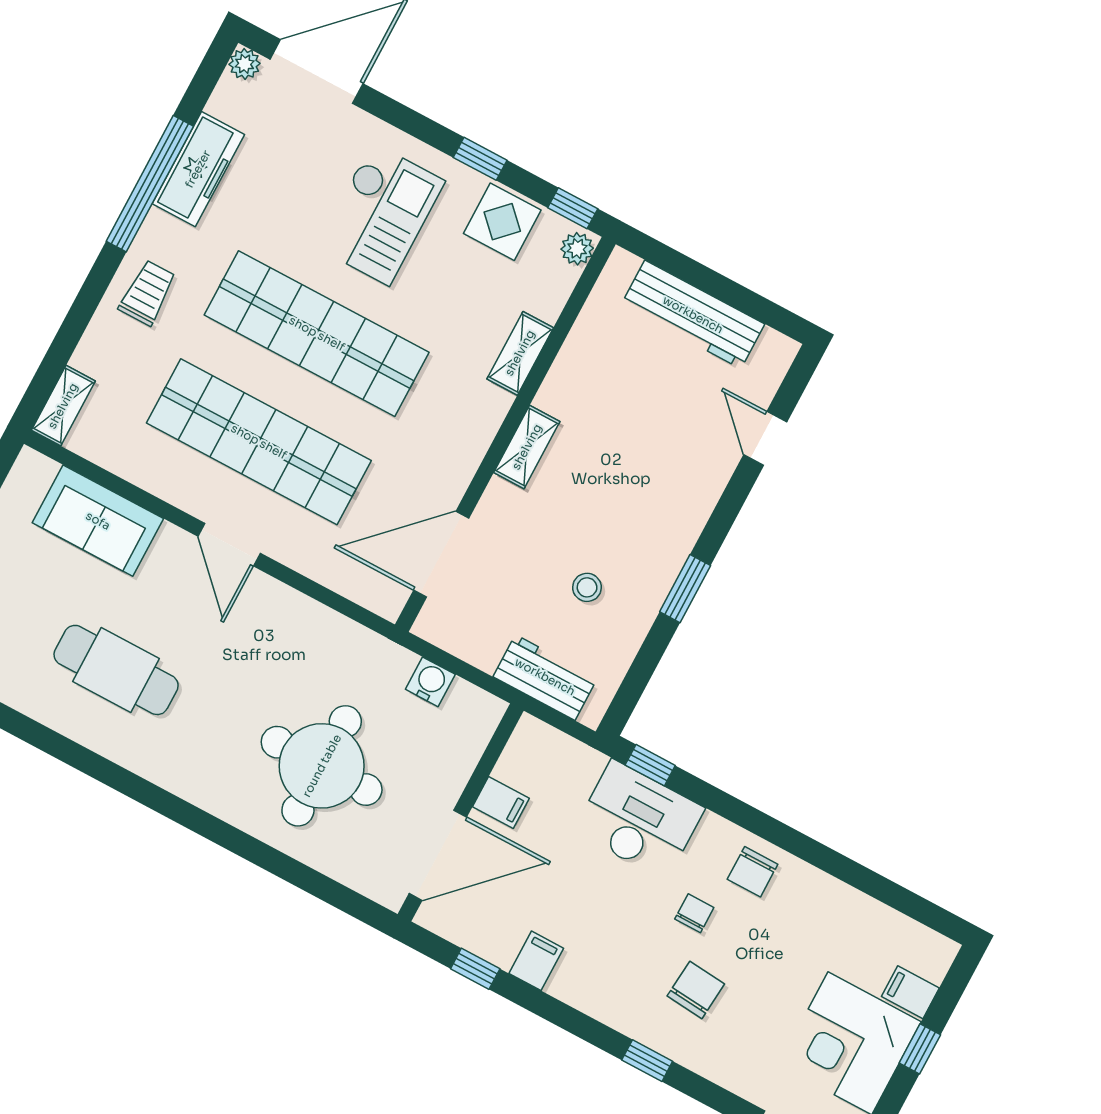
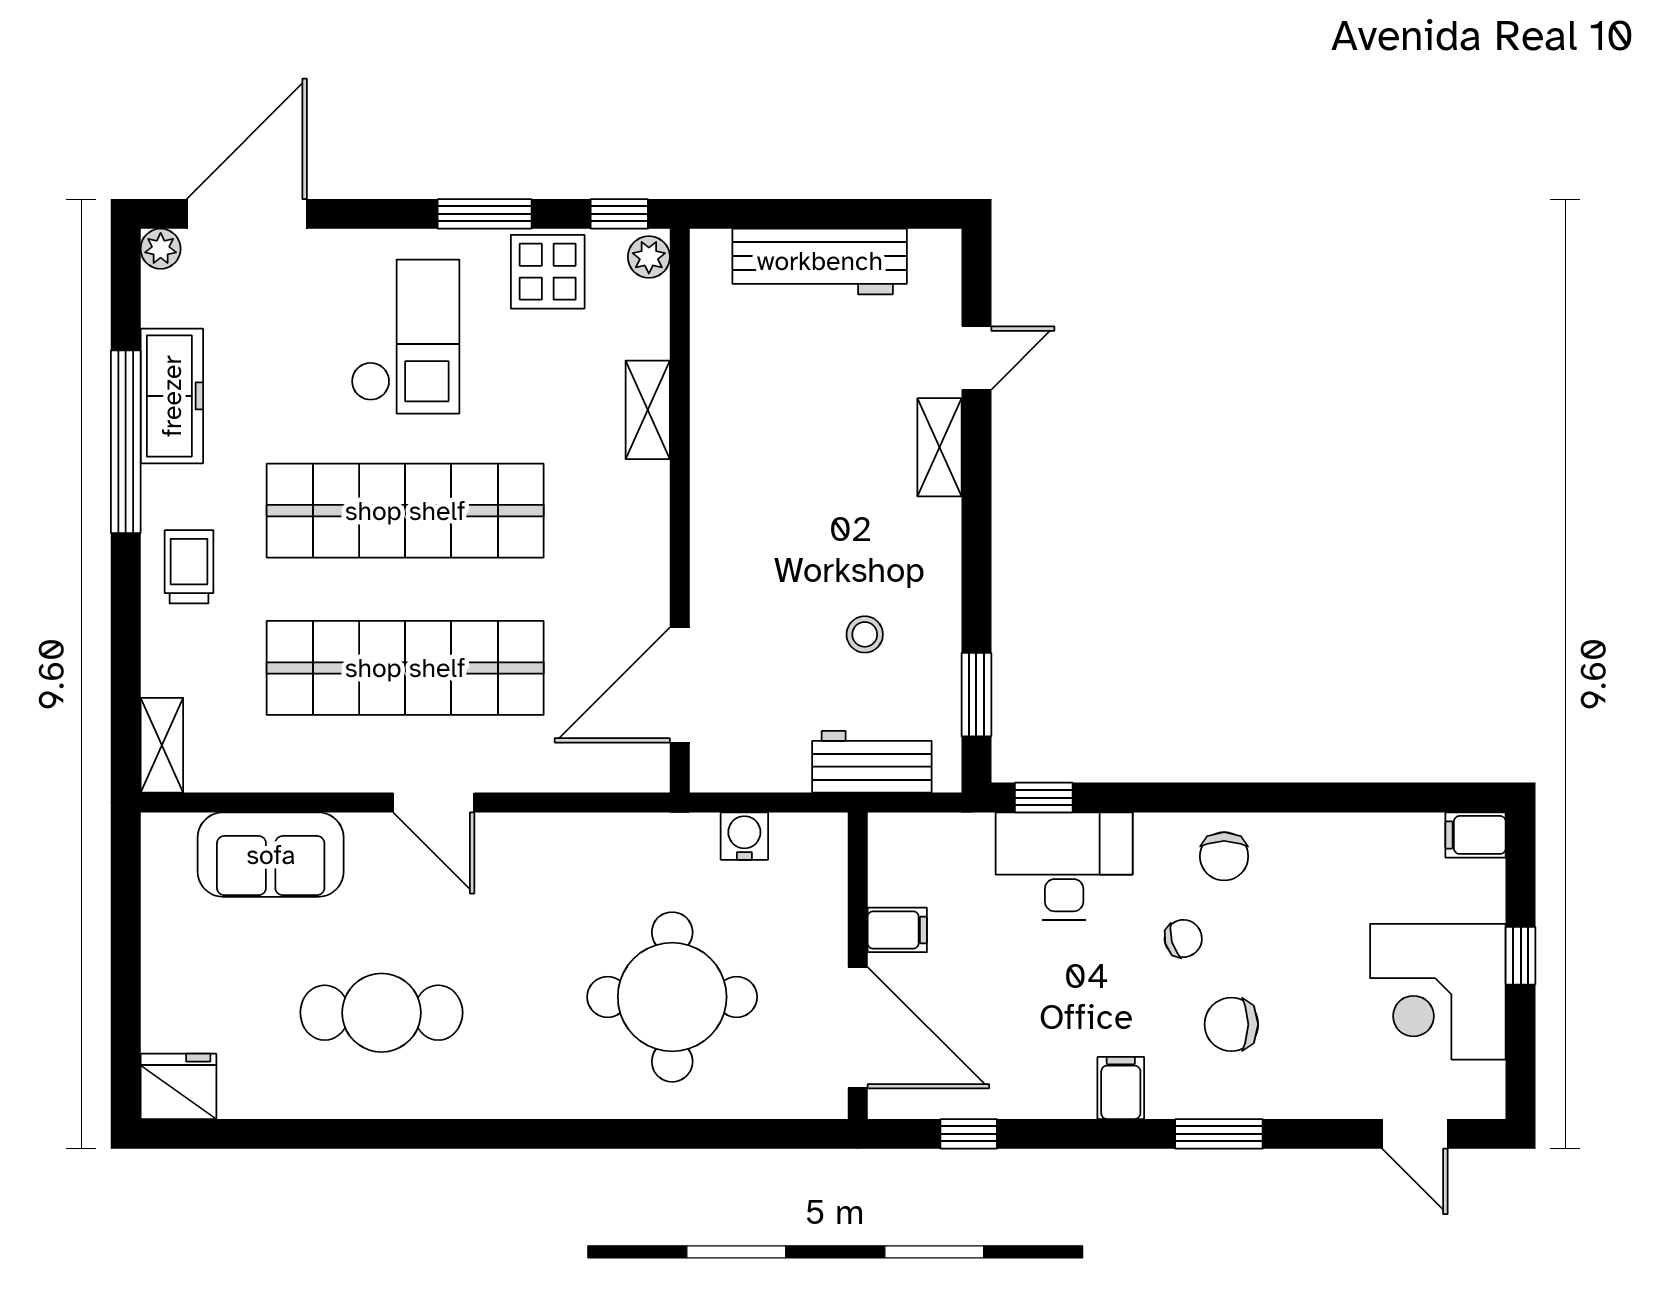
window: (480, 159) -> (485, 214), width x1.50
door: (765, 438) -> (976, 358), swing flipped
shelving: (527, 447) -> (940, 447), moved
window: (685, 589) -> (976, 695), moved
door: (438, 855) -> (858, 1028), hinge flipped
chair: (694, 913) -> (1183, 939), turned 74
filing cabinet: (536, 961) -> (1121, 1088), moved
chair: (696, 990) -> (1231, 1024), turned -95
filing cabinet: (910, 992) -> (1476, 835), moved
window: (647, 1061) -> (1219, 1134), width x1.50

